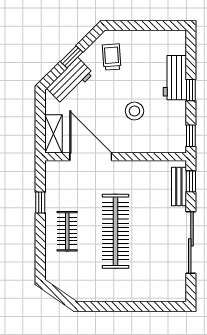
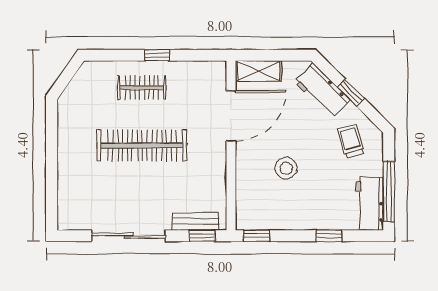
window: (154, 25) -> (389, 191), added
trolley: (112, 57) -> (351, 141), turned -102
workbench: (175, 78) -> (370, 204), moved, turned -90
window: (191, 90) -> (329, 236), moved
window: (40, 202) -> (157, 55), moved

